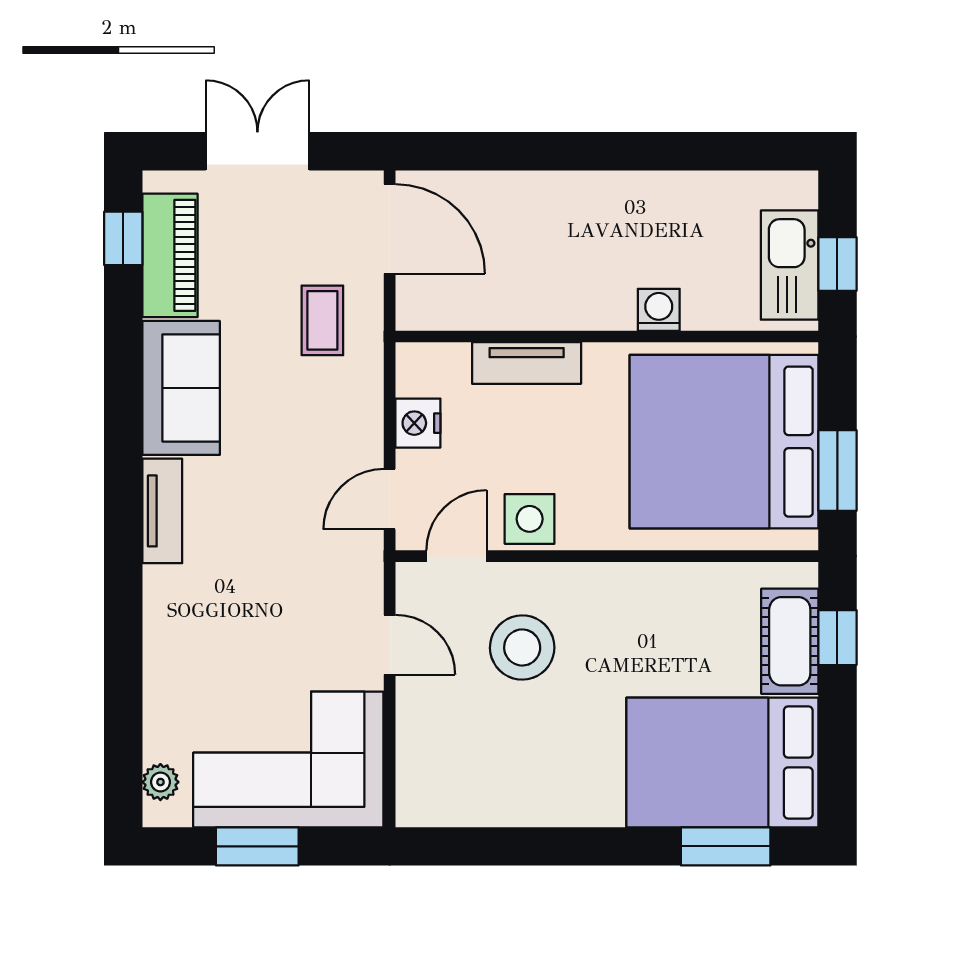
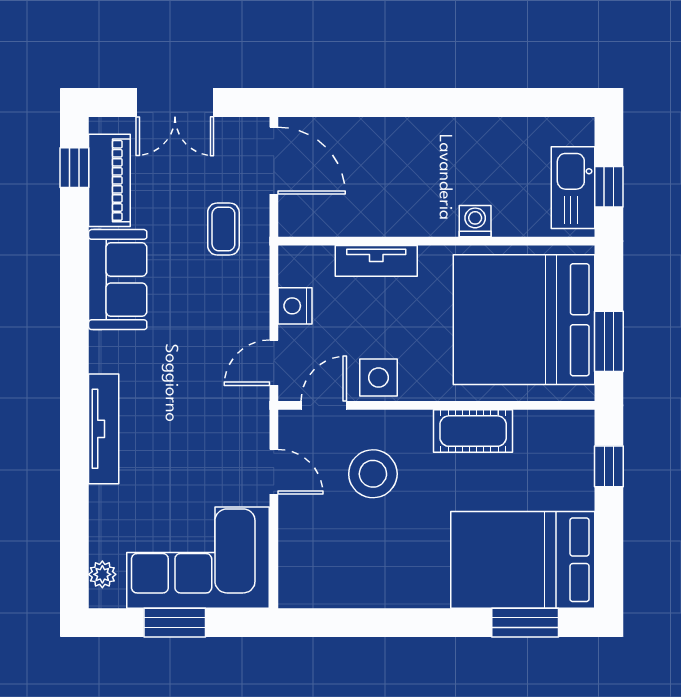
double door: (257, 151) -> (175, 102), swing flipped
tv unit: (162, 511) -> (104, 429), moved, width x1.41
cot: (790, 641) -> (473, 431), moved, turned 90

